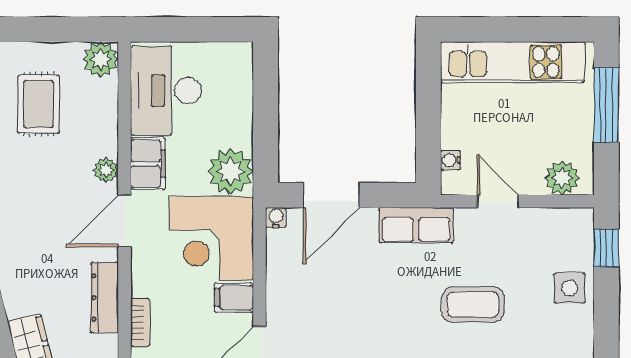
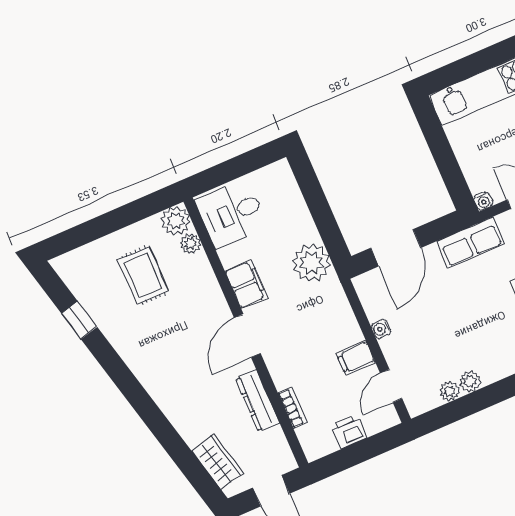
desk: (166, 91) -> (232, 214), width x0.73
water cooler: (450, 160) -> (483, 201), moved, turned -90
plant: (106, 170) -> (191, 244), moved
water cooler: (276, 218) -> (381, 329), moved, turned -90
corner desk: (212, 239) -> (319, 320), removed

